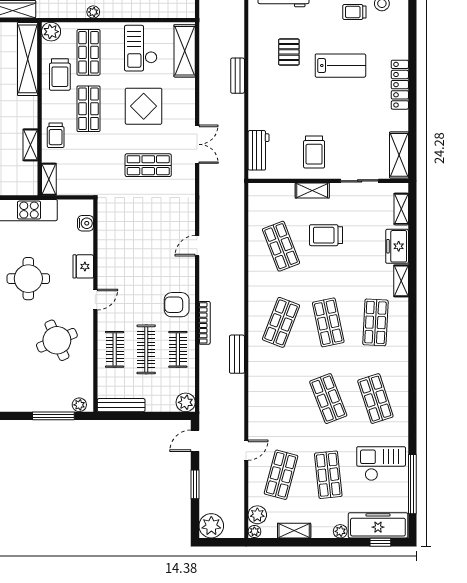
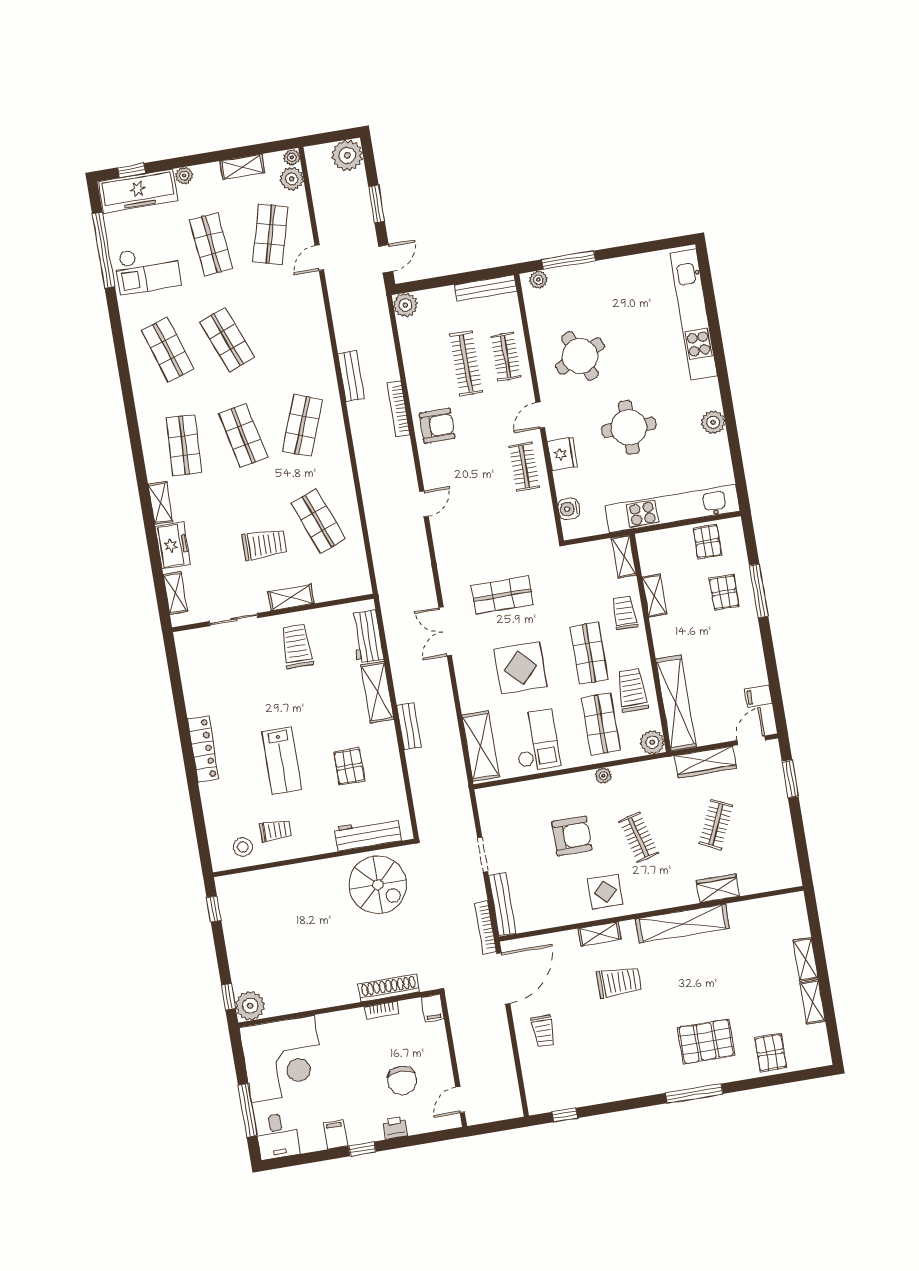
lab bench: (340, 66) -> (282, 760), turned -90
shelving: (399, 155) -> (377, 692), moved
clothes rail: (178, 349) -> (524, 467), moved

